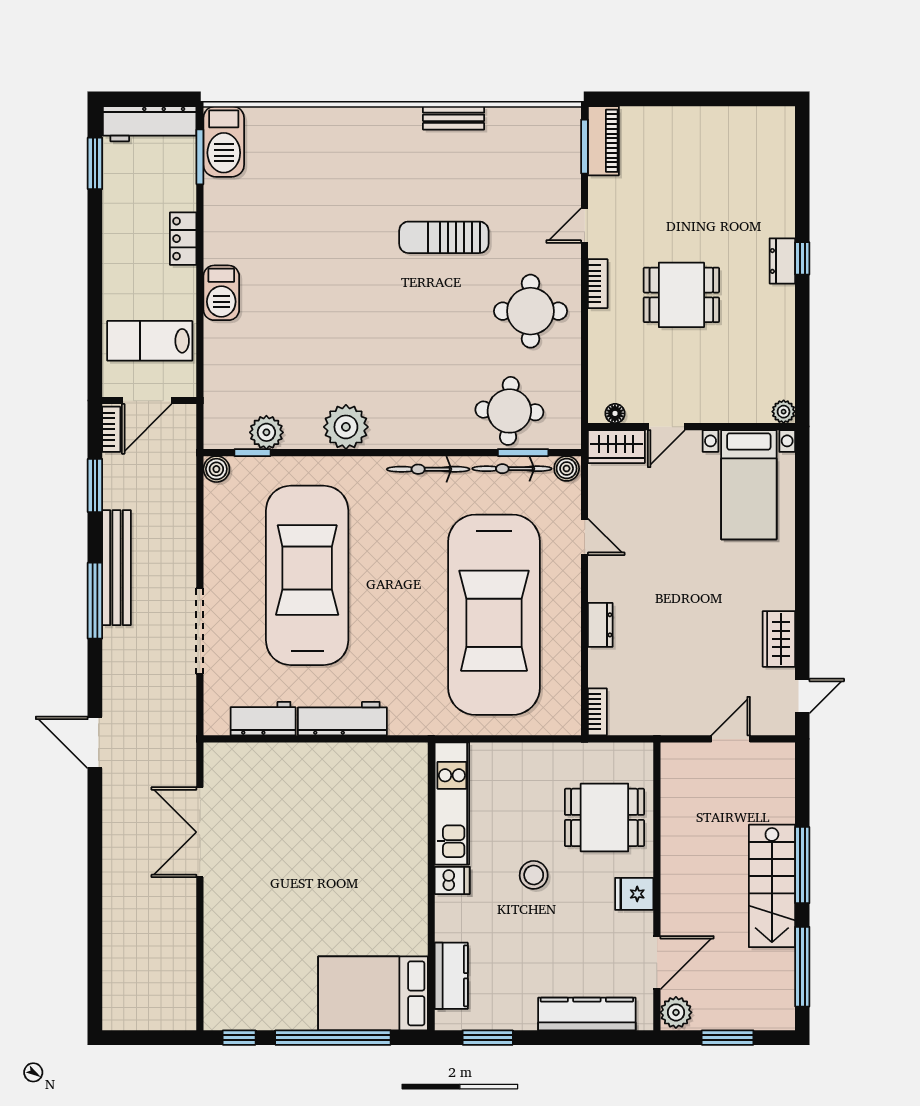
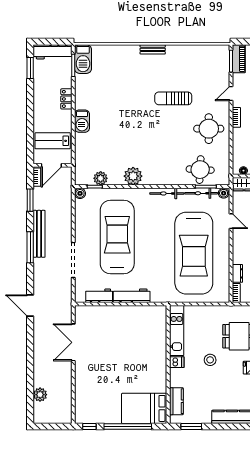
bench: (454, 118) -> (153, 49), moved
dresser: (600, 625) -> (237, 273), moved
plant: (119, 960) -> (40, 395), added

